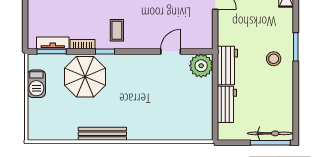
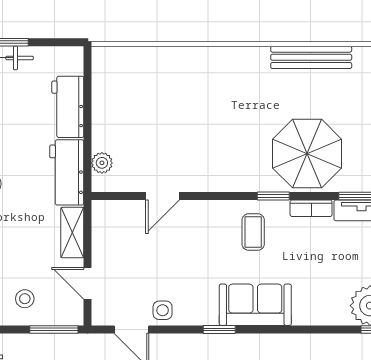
shelving: (224, 30) -> (72, 233), added
plant: (201, 66) -> (102, 163), width x0.53, depth x0.53
bench: (102, 134) -> (311, 57), moved

